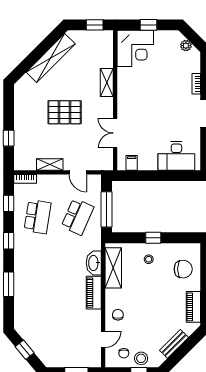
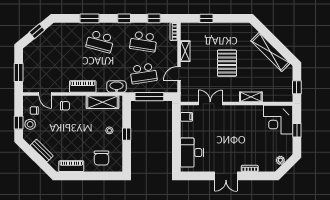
school desk: (78, 217) -> (143, 73), turned -33
washbasin: (94, 263) -> (117, 87), moved
school desk: (38, 271) -> (100, 42), added

